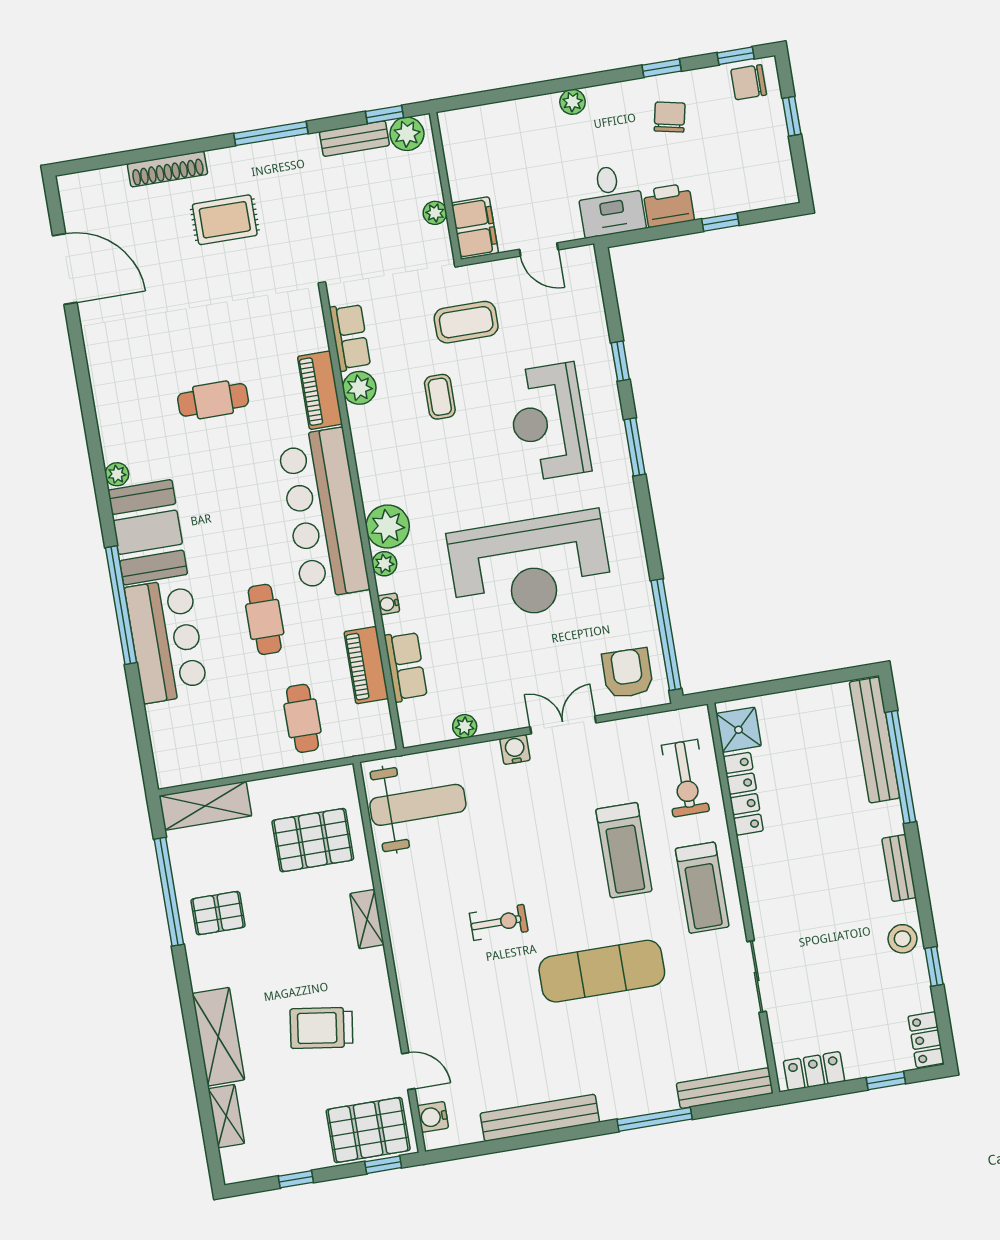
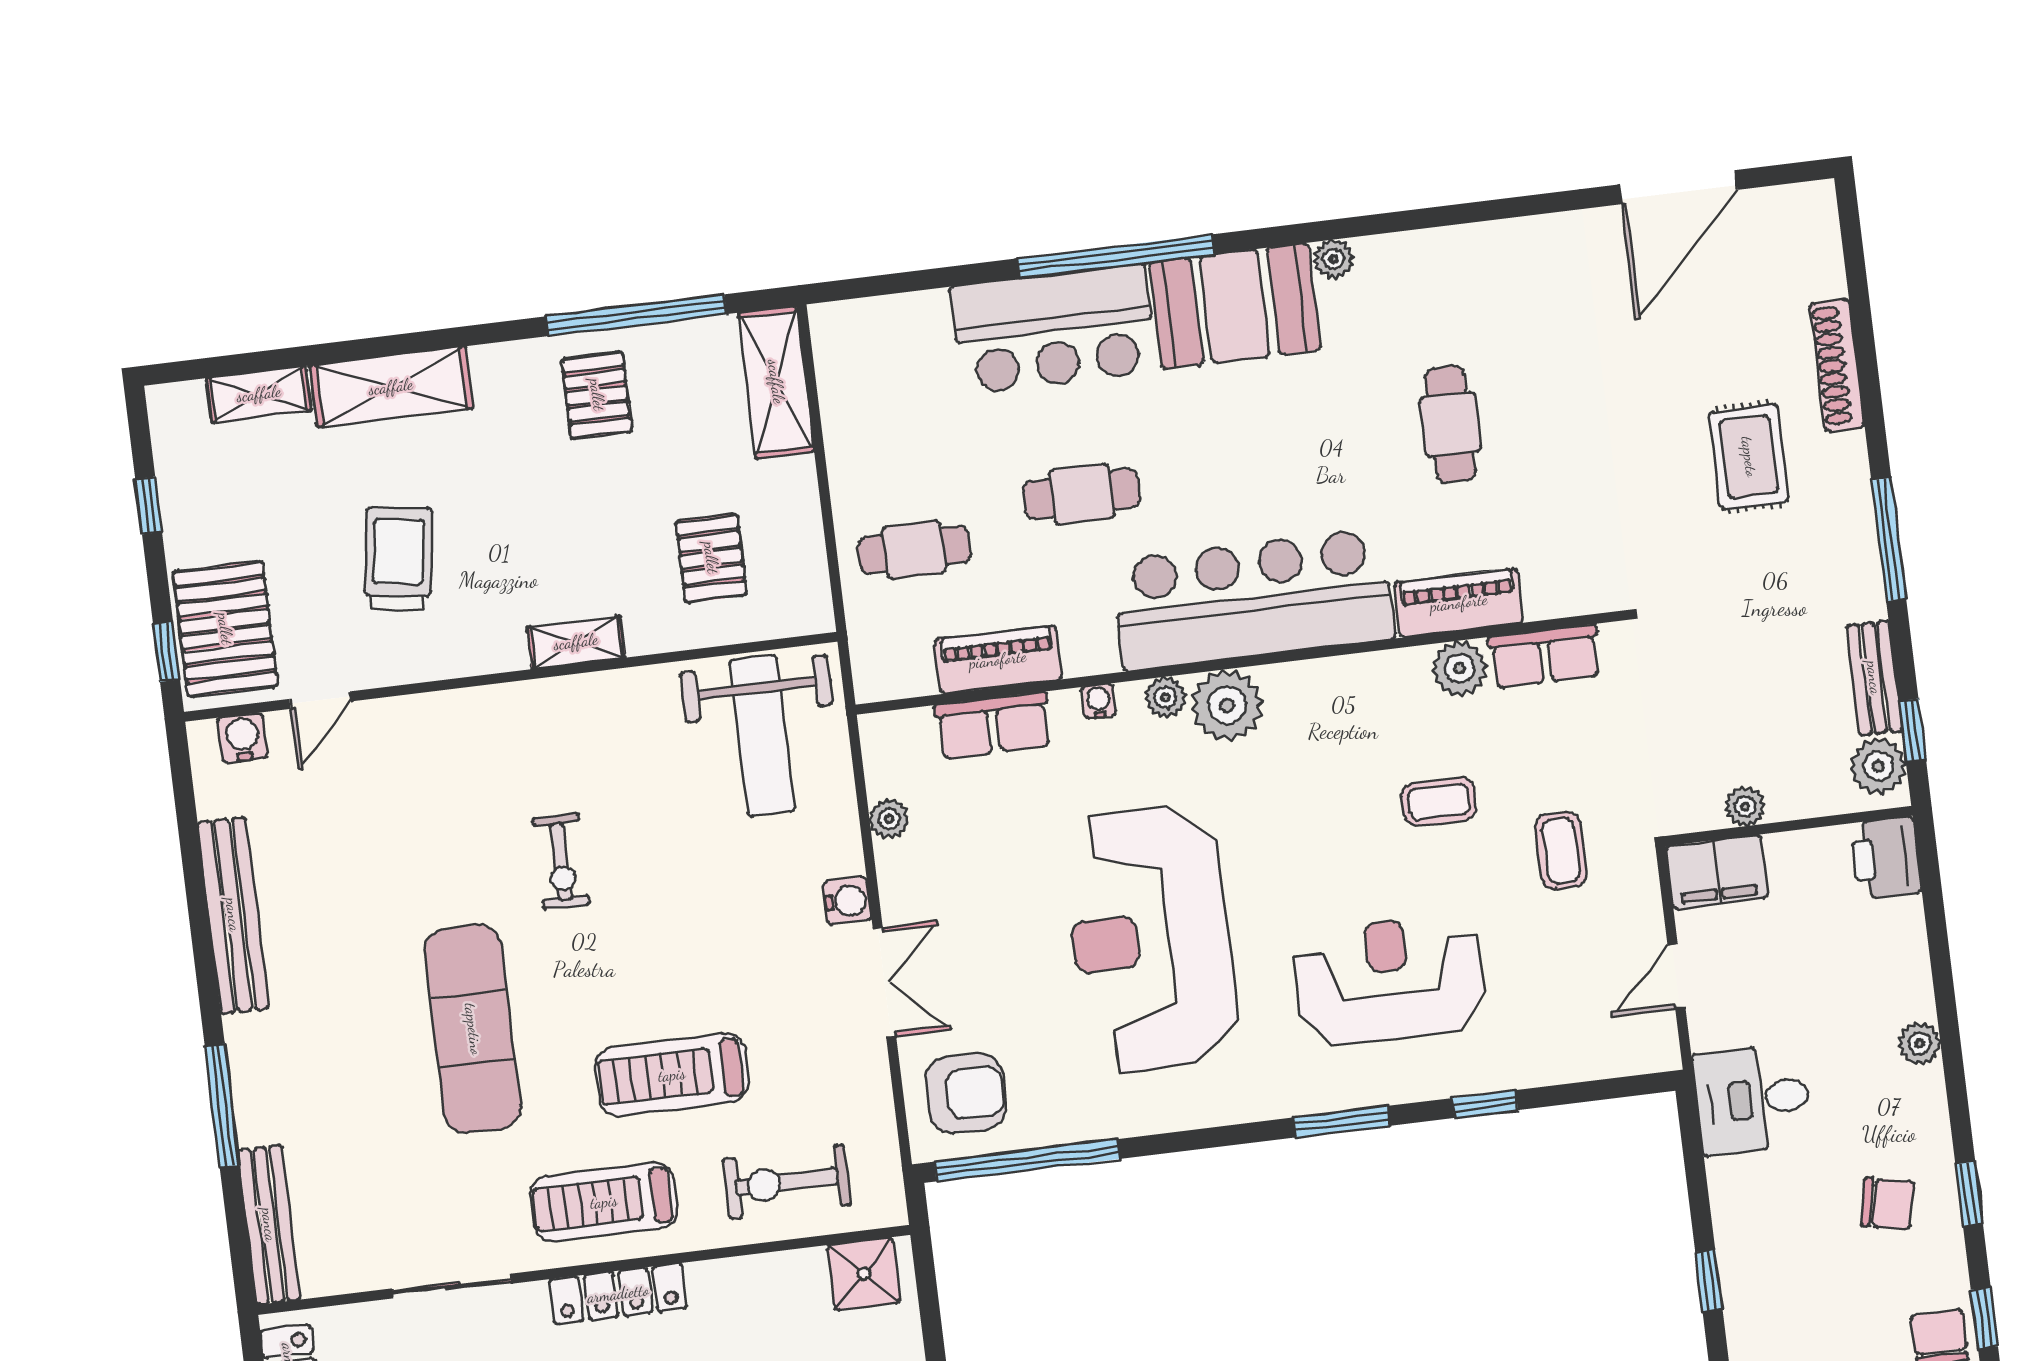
printer: (669, 205) -> (1886, 858), moved, turned 180
coffee table: (466, 322) -> (1561, 851), width x0.73, depth x0.77
locker: (743, 794) -> (618, 1294), moved
pallet: (313, 840) -> (711, 558), width x0.67, depth x0.71

